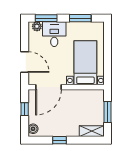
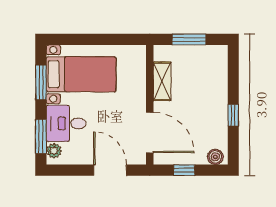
door: (25, 62) -> (110, 170), hinge flipped
bed with nightstands: (85, 63) -> (81, 74), moved, turned 180
shelving: (92, 131) -> (162, 81), moved

